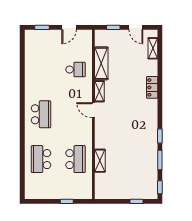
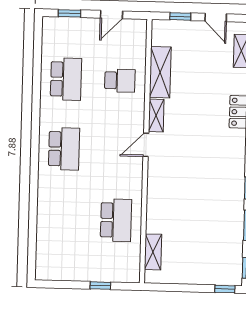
door: (93, 110) -> (146, 145), hinge flipped
school desk: (41, 159) -> (66, 79), moved, turned 180
shelving: (100, 161) -> (153, 252), moved
window: (137, 201) -> (225, 289), moved

